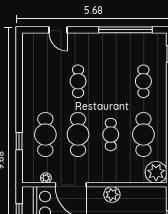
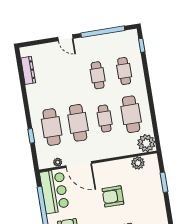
door: (58, 30) -> (65, 38), moved
dresser: (28, 62) -> (28, 70), added
cafe table: (78, 81) -> (98, 75), moved
plant: (112, 195) -> (138, 163), moved

